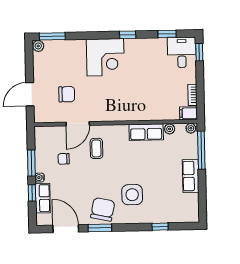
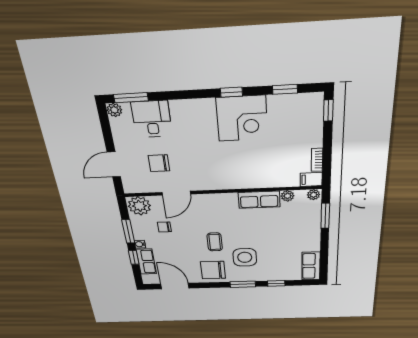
desk: (182, 52) -> (152, 119), moved
corner desk: (105, 57) -> (242, 119), moved
chair: (67, 94) -> (159, 163), turned 180
plant: (45, 136) -> (139, 206), added
coffee table: (96, 148) -> (215, 242), moved
window: (201, 150) -> (325, 216), width x0.69
row of seats: (191, 176) -> (311, 266), moved
chair: (103, 209) -> (213, 270), turned -102
window: (100, 228) -> (243, 284), moved

